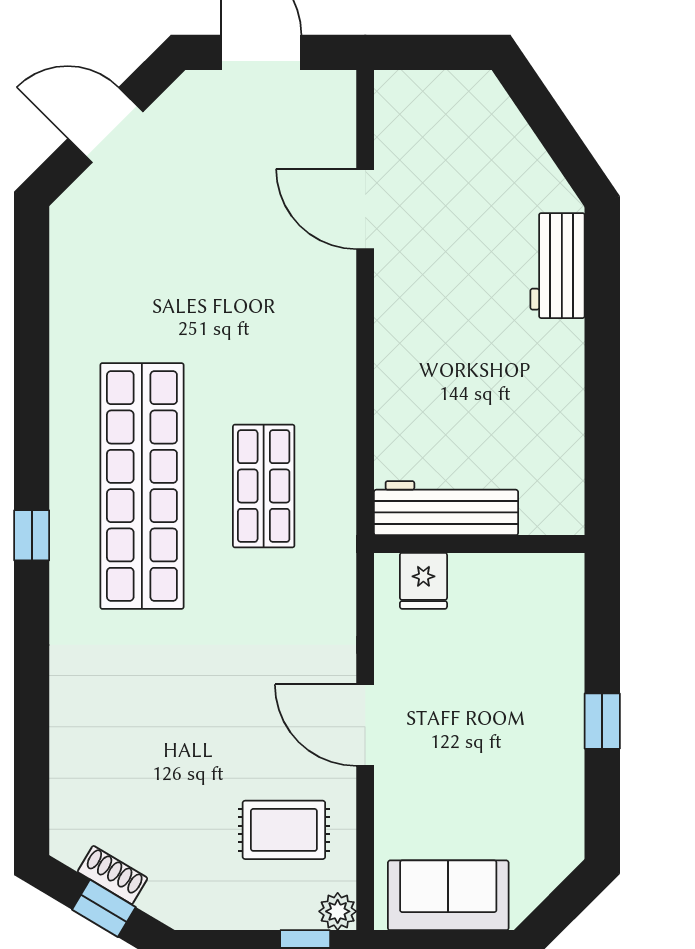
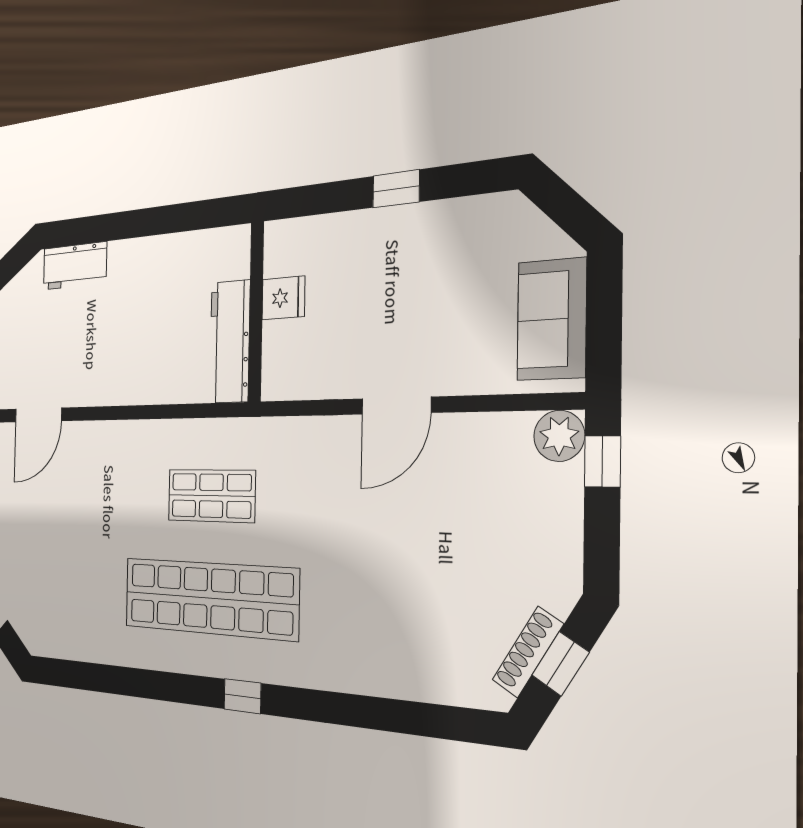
fridge: (423, 581) -> (283, 298), moved
rug: (284, 830) -> (487, 482), removed
shoe rack: (113, 875) -> (528, 652), width x1.43
plant: (338, 911) -> (559, 436), width x1.38, depth x1.38

